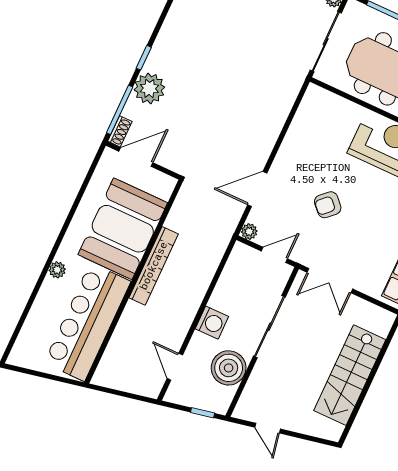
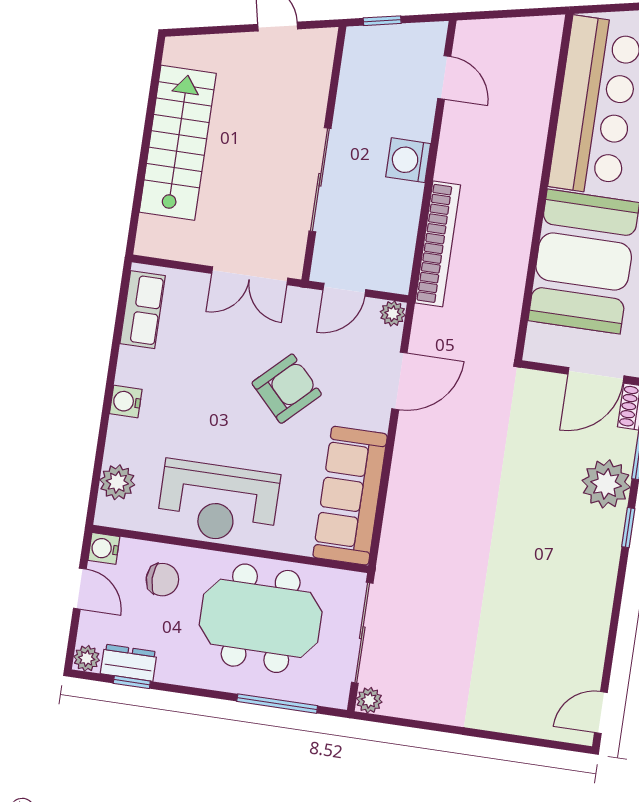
sofa: (308, 128) -> (350, 496), added
armchair: (328, 205) -> (287, 389), width x1.38, depth x1.38
bookcase: (154, 266) -> (438, 244), moved, turned 180
double door: (330, 281) -> (250, 276), swing flipped
boiler: (229, 368) -> (363, 100), removed

